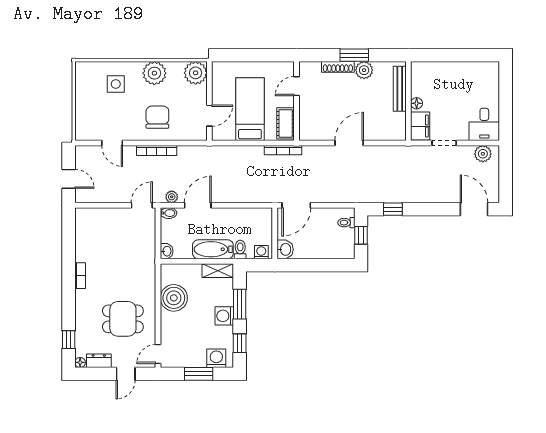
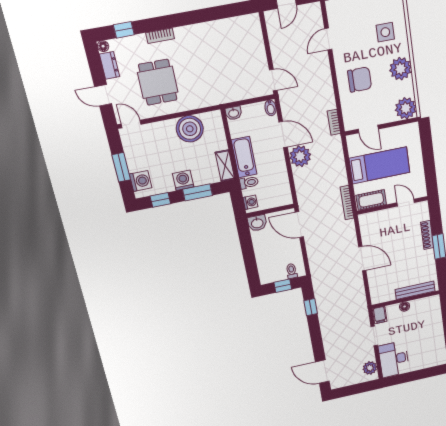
plant: (364, 70) -> (427, 258), removed
desk: (484, 124) -> (394, 359), width x1.37
filing cabinet: (420, 126) -> (380, 315), width x0.50
bookcase: (157, 150) -> (334, 122), moved, width x0.64
plant: (172, 197) -> (300, 156), moved, width x1.88, depth x1.88
door: (474, 209) -> (322, 372), swing flipped
bookcase: (80, 276) -> (160, 36), moved

